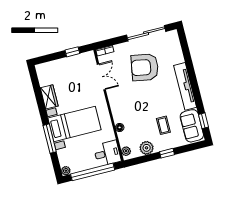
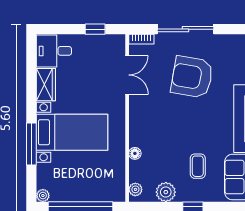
sliding door: (146, 33) -> (185, 29), moved
desk: (107, 153) -> (54, 51), moved, turned 180

